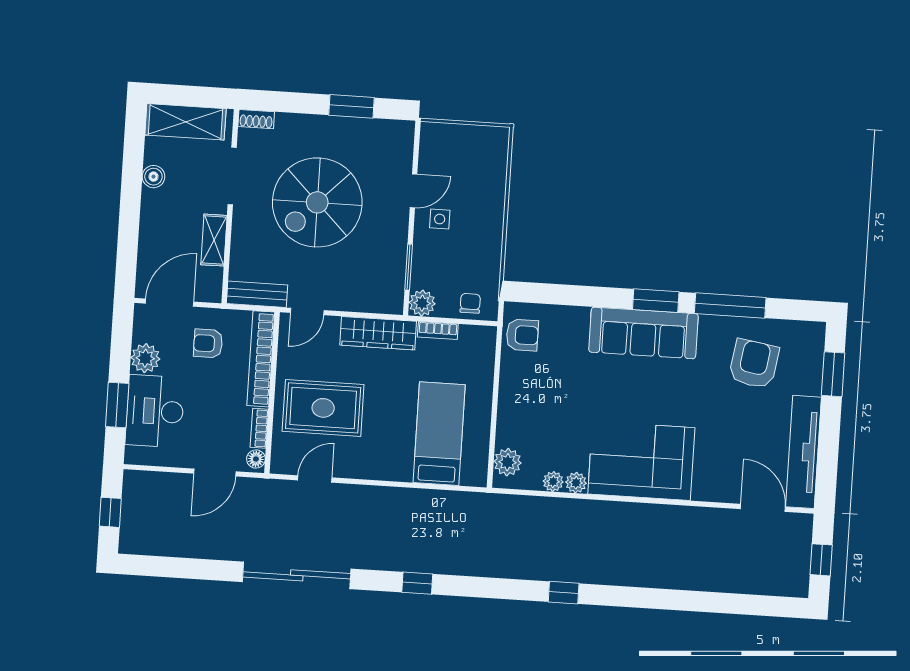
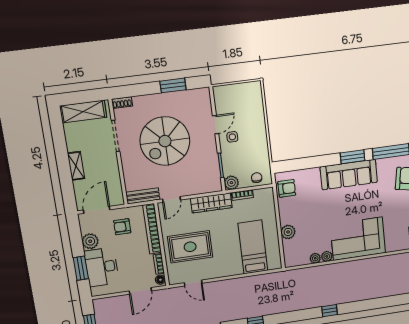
boiler: (153, 177) -> (72, 145), removed
shelving: (214, 240) -> (76, 166), moved
plant: (508, 462) -> (288, 232), moved
door: (315, 479) -> (193, 283), swing flipped

